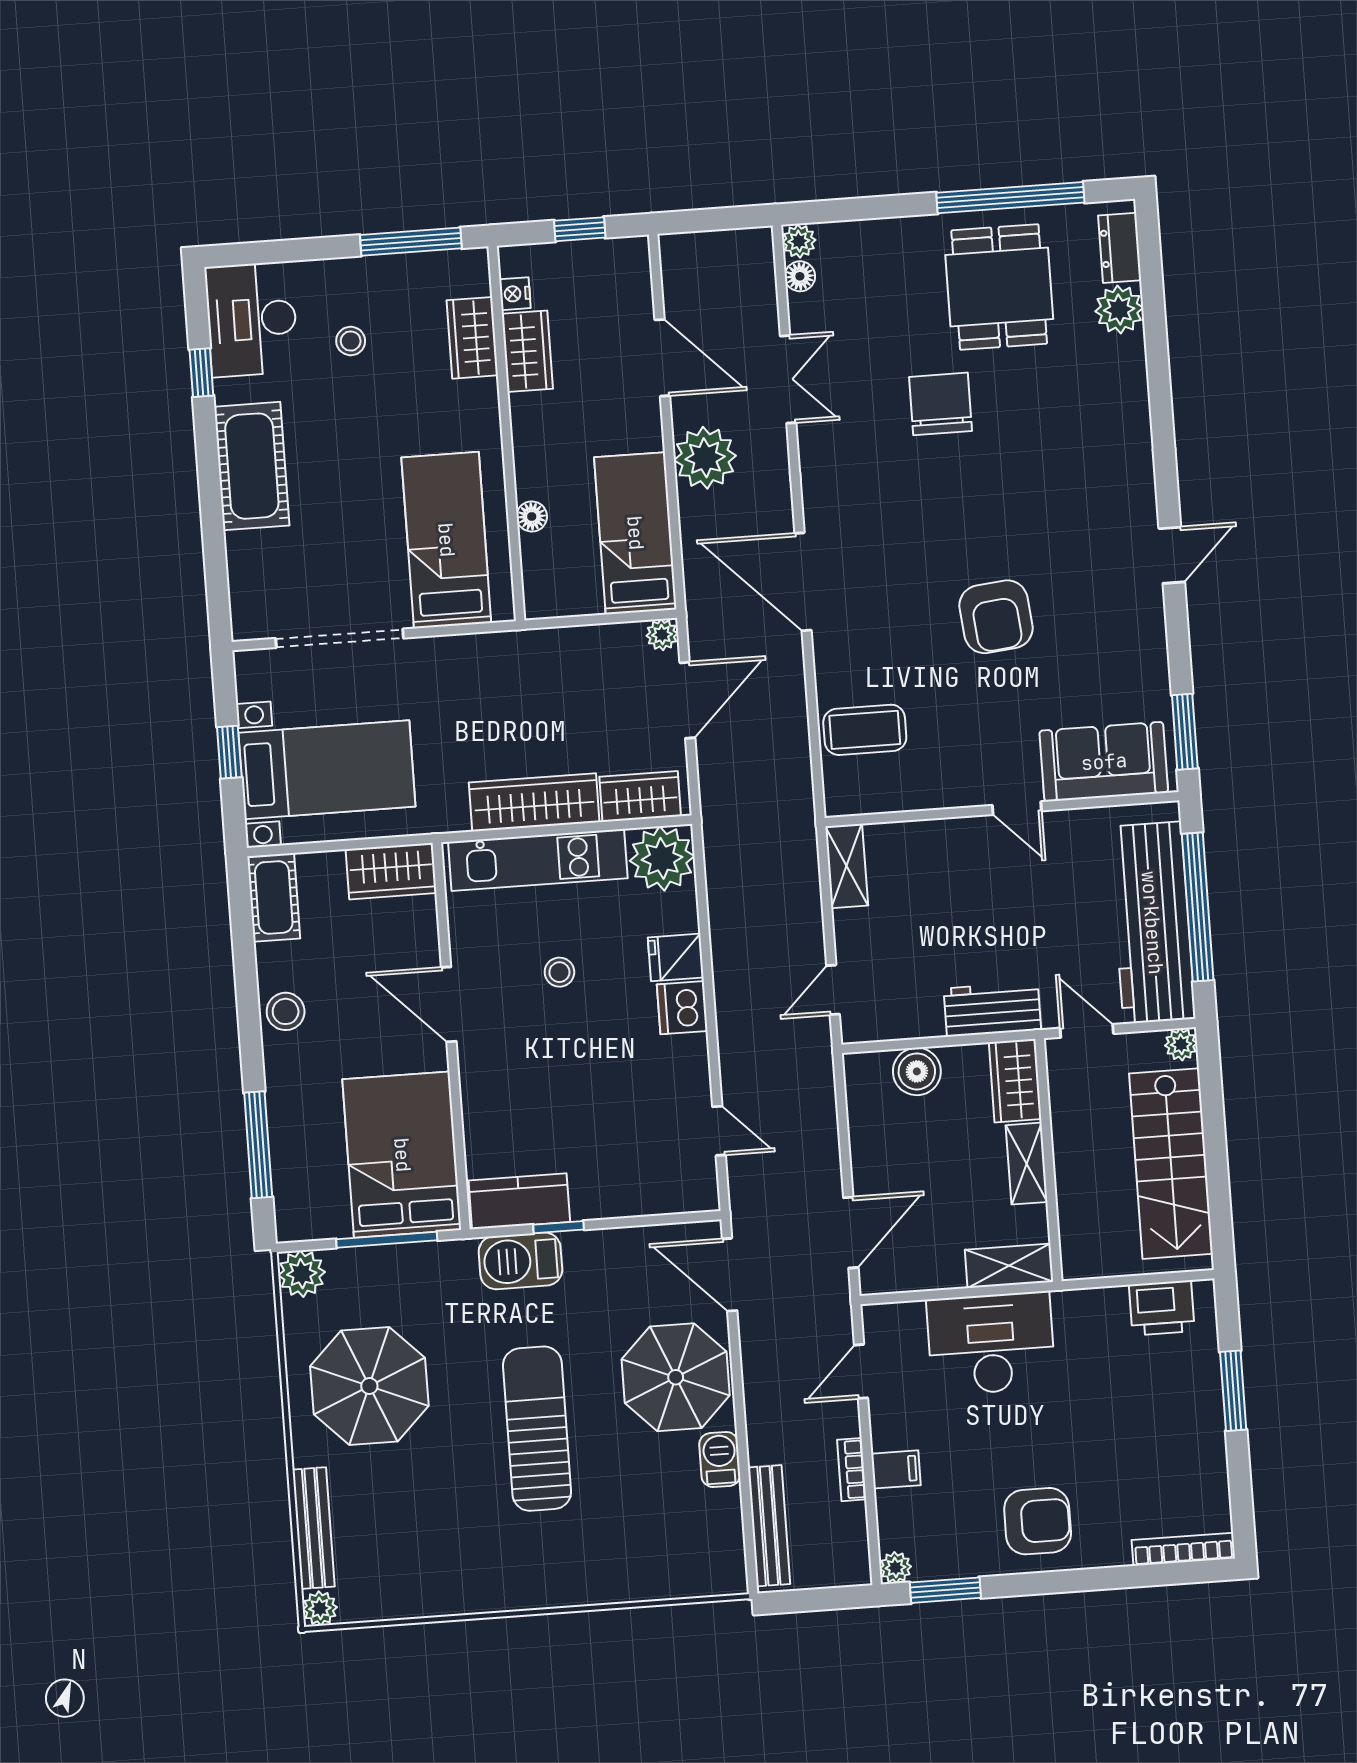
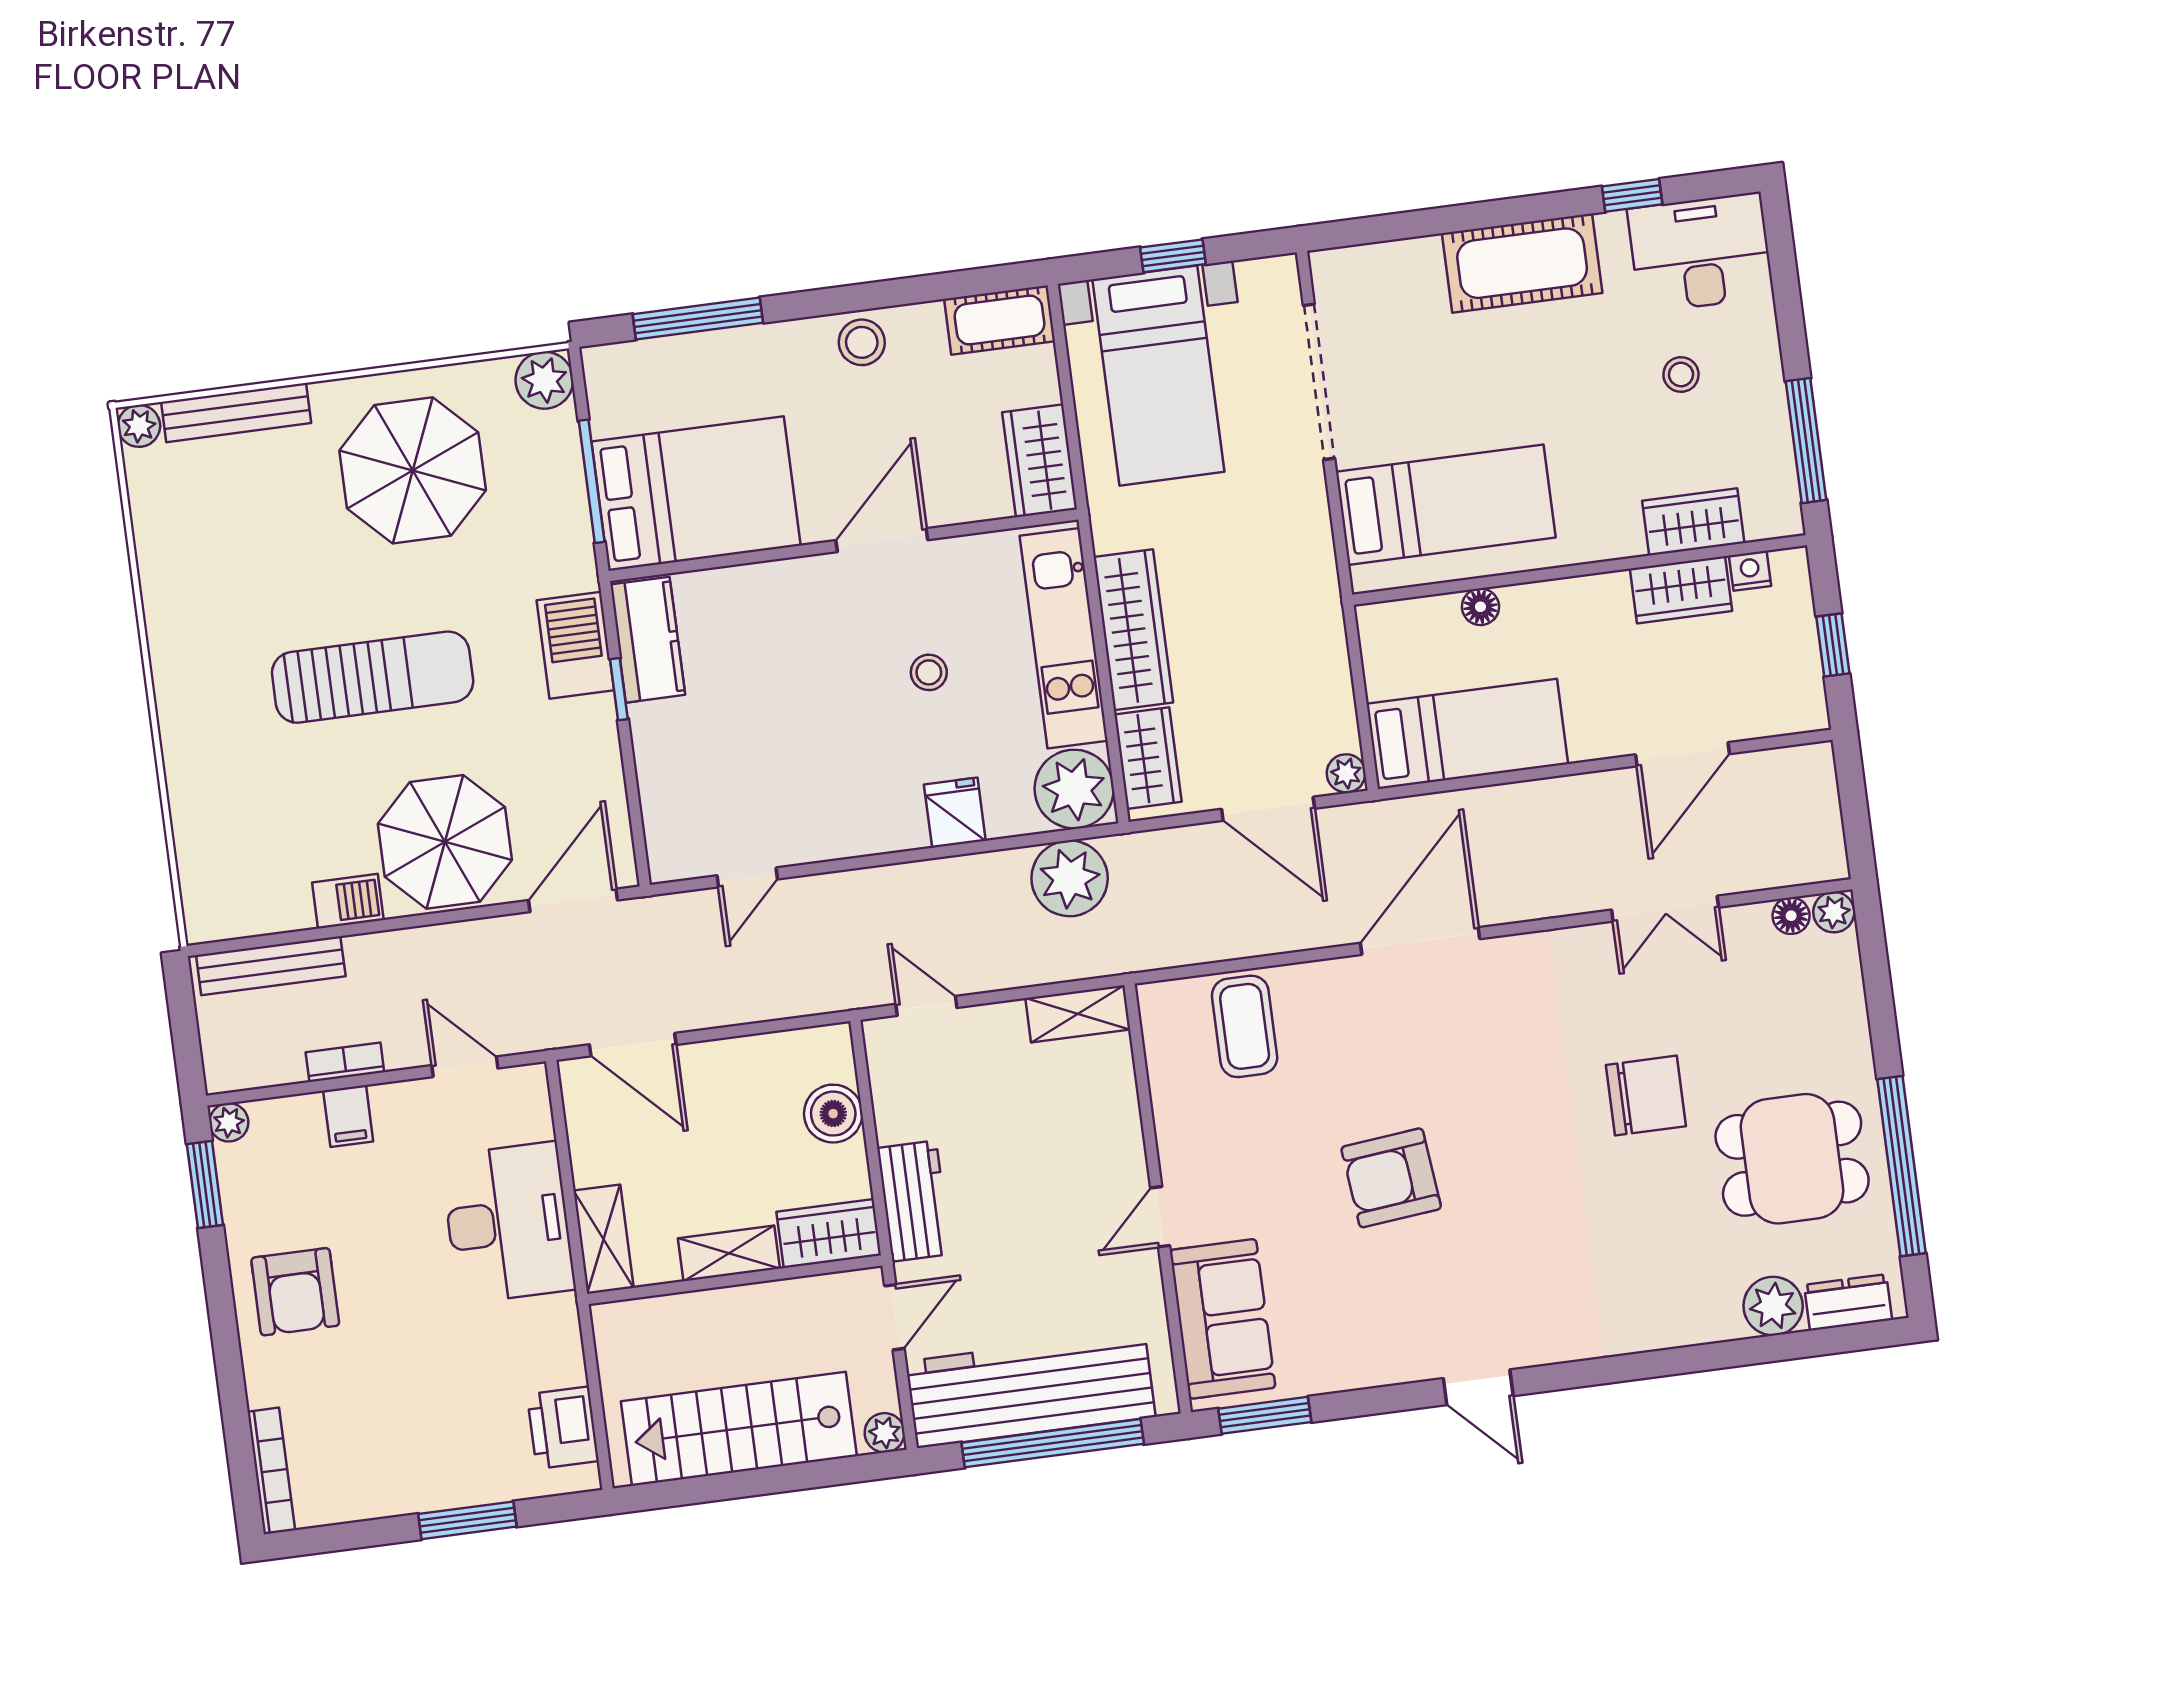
plant: (705, 458) -> (1070, 878), moved
dishwasher: (682, 1008) -> (894, 824), removed

